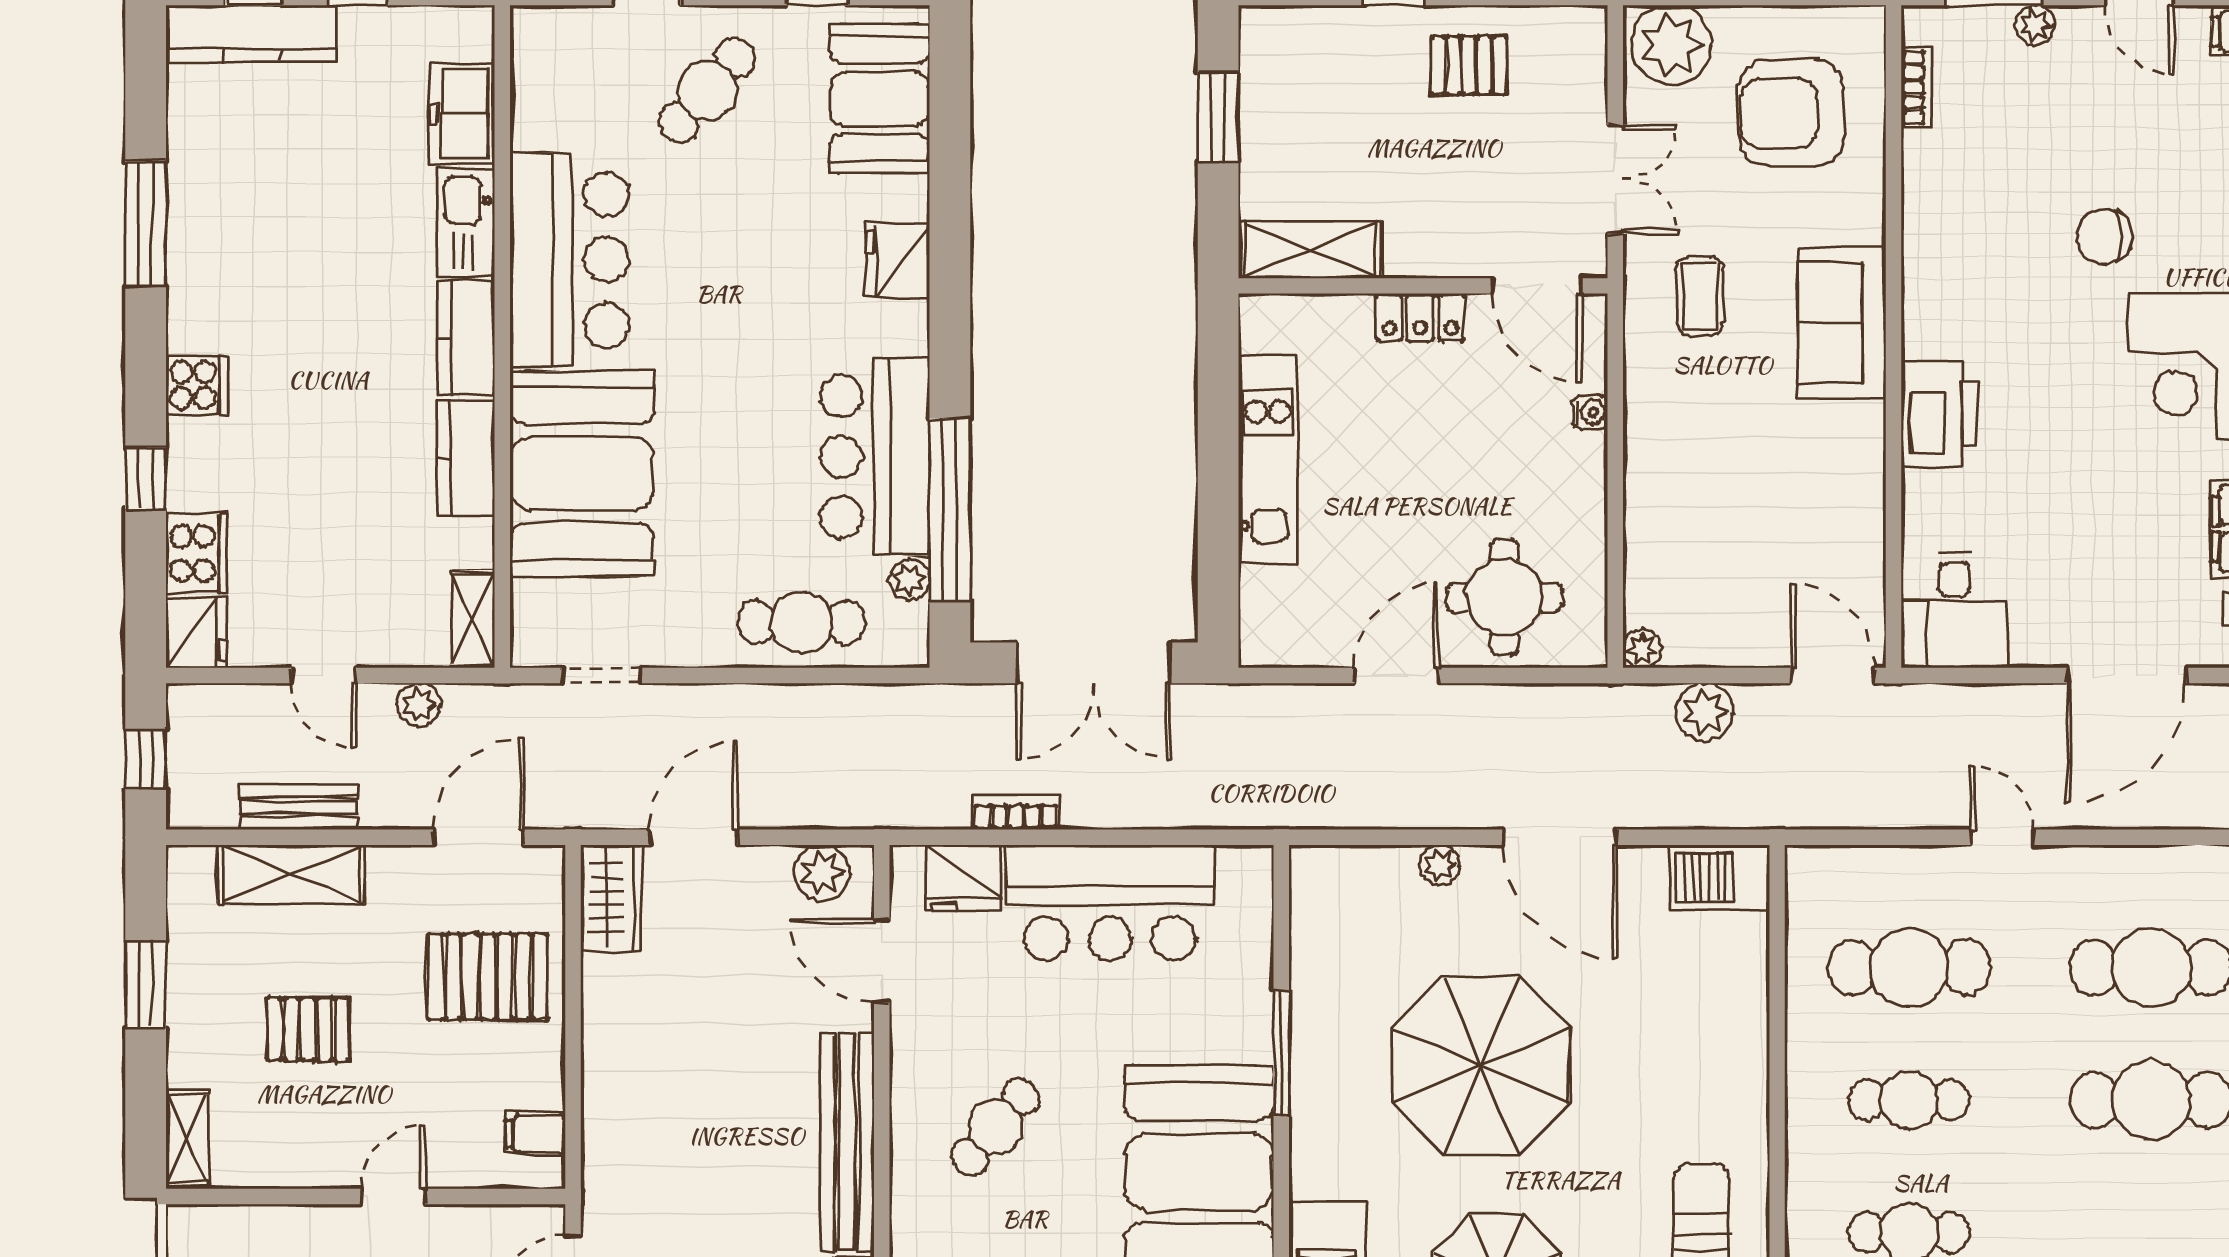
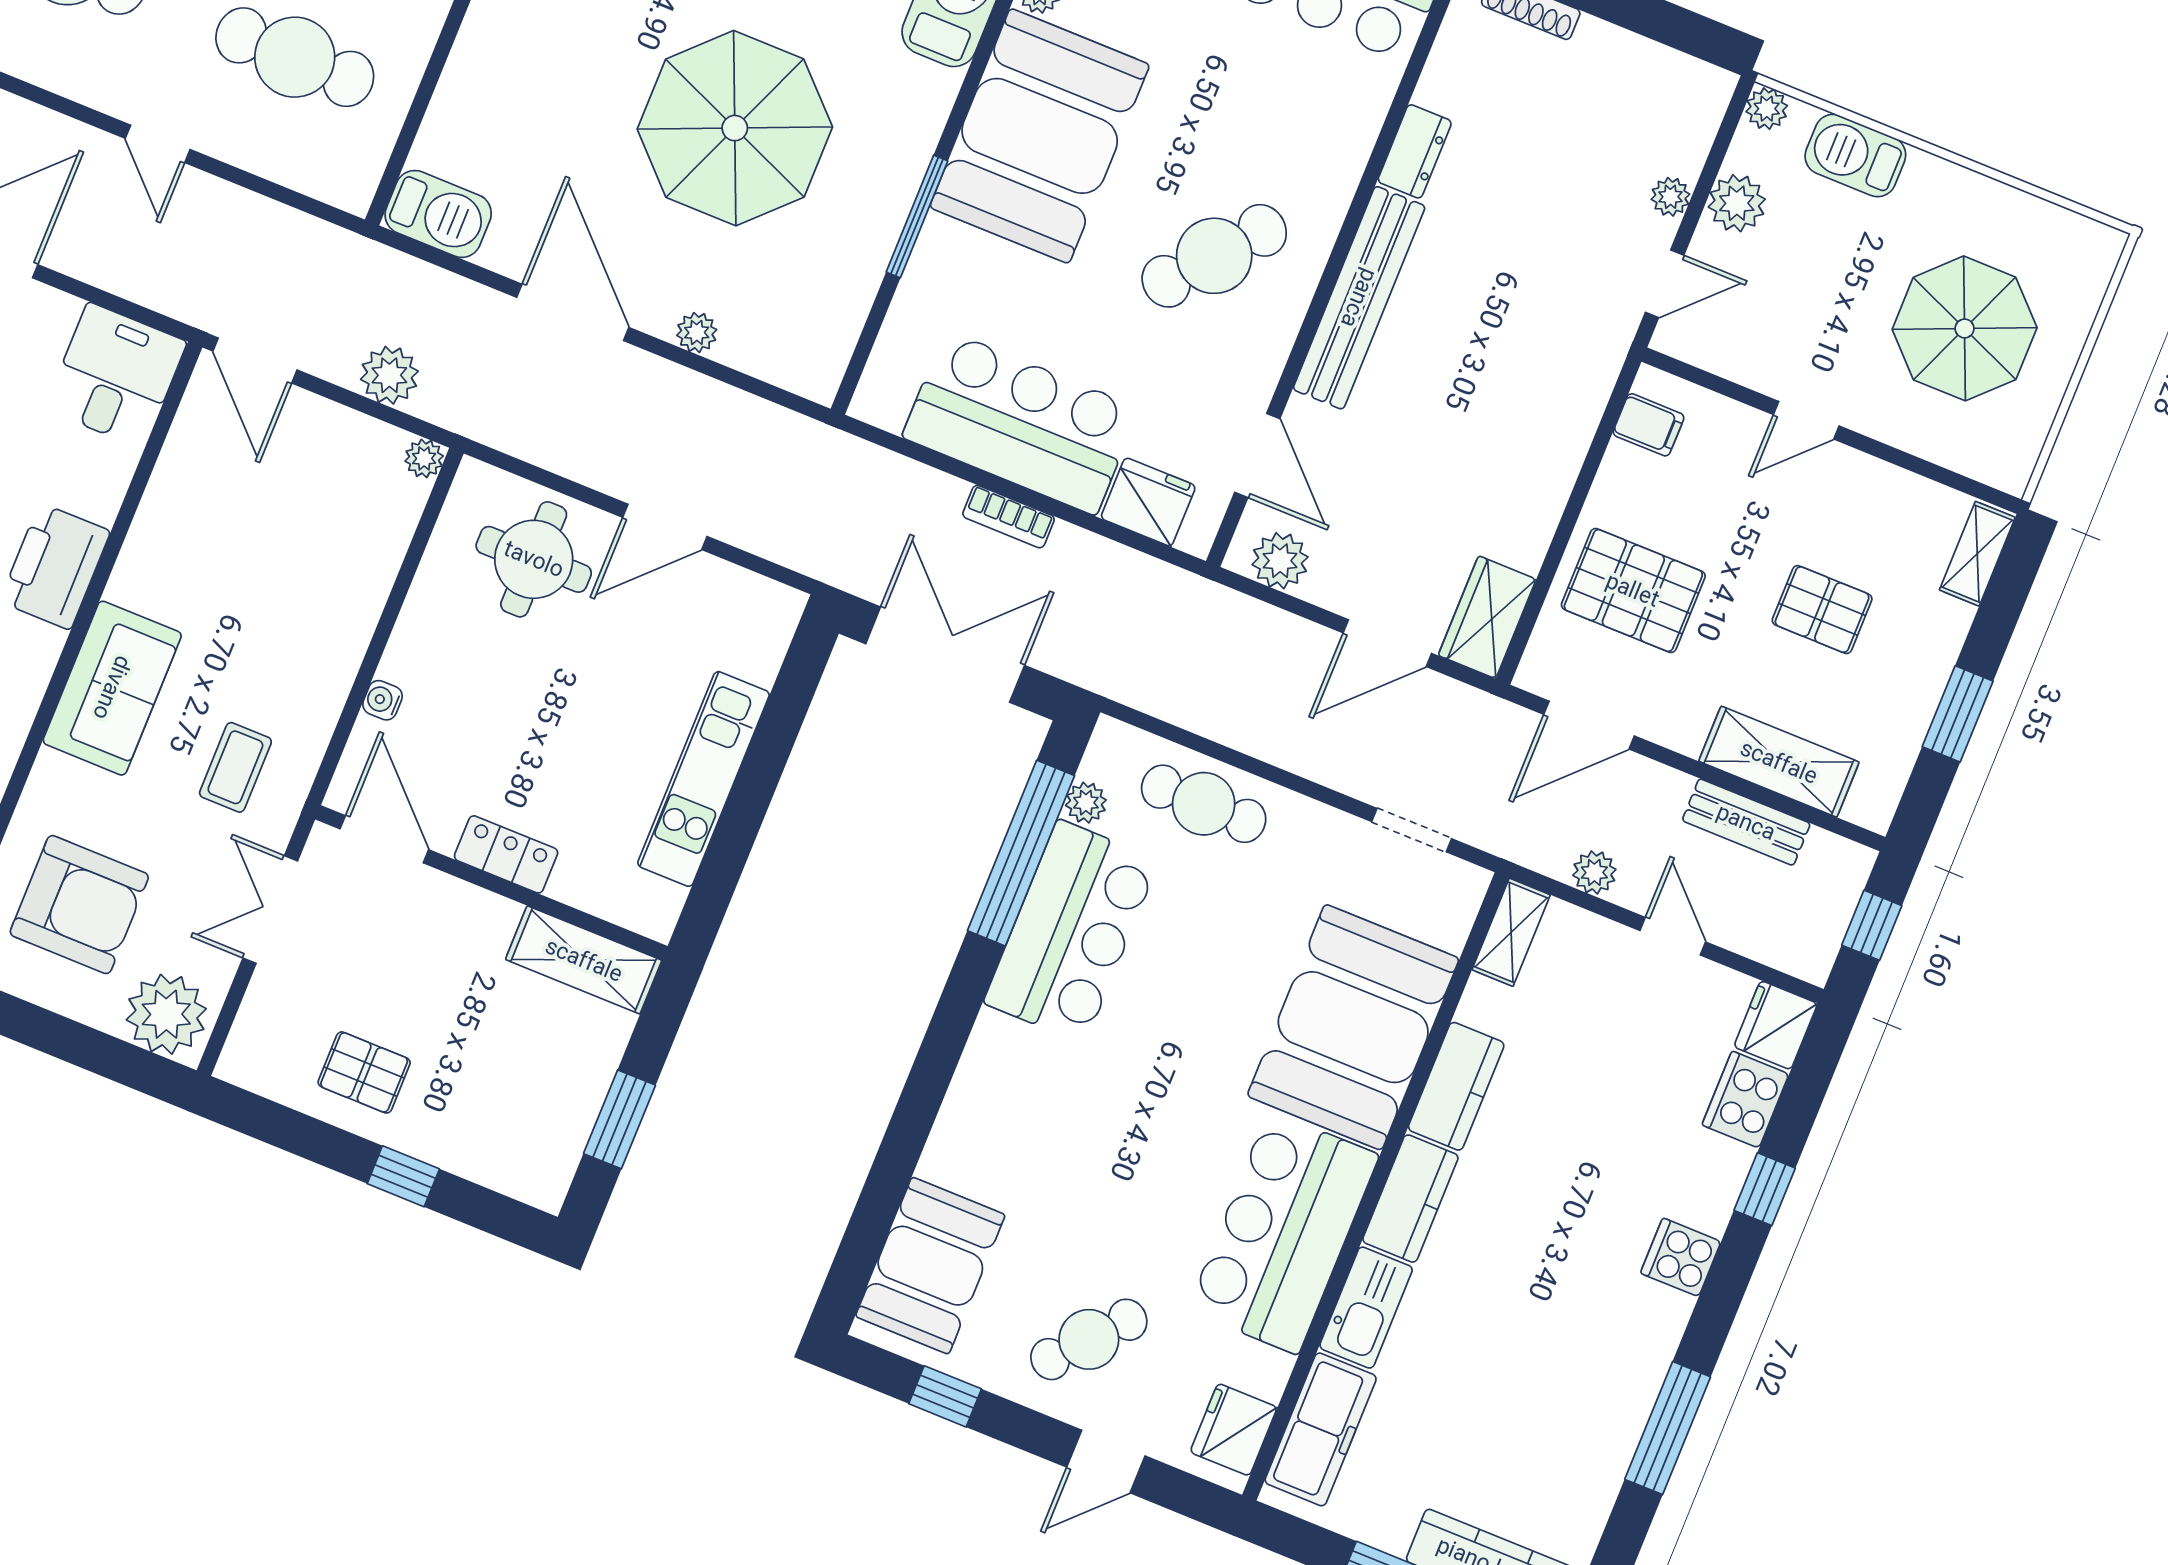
freezer: (462, 114) -> (1321, 1429), width x1.40
fridge: (898, 261) -> (1234, 1430), moved, turned 180
bookcase: (1016, 812) -> (1009, 517), moved
cafe table: (995, 1127) -> (1214, 256), width x1.37, depth x1.35

